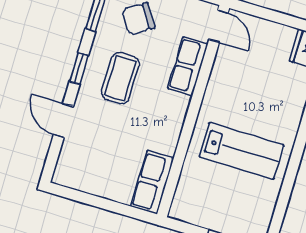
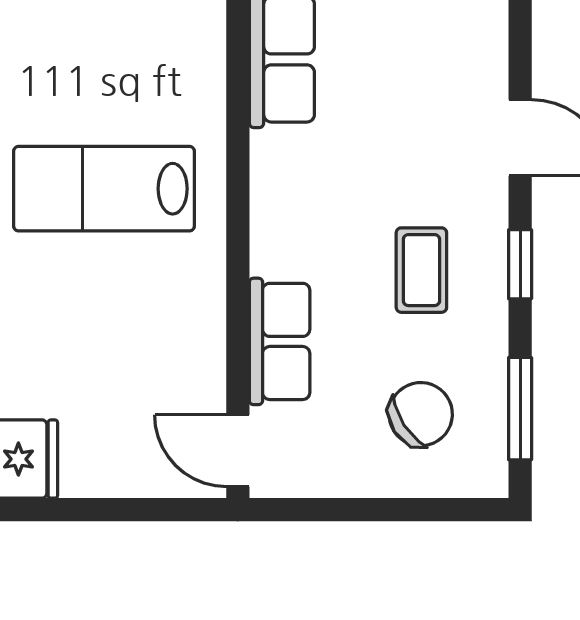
coffee table: (120, 78) -> (421, 270), width x0.73, depth x0.77

